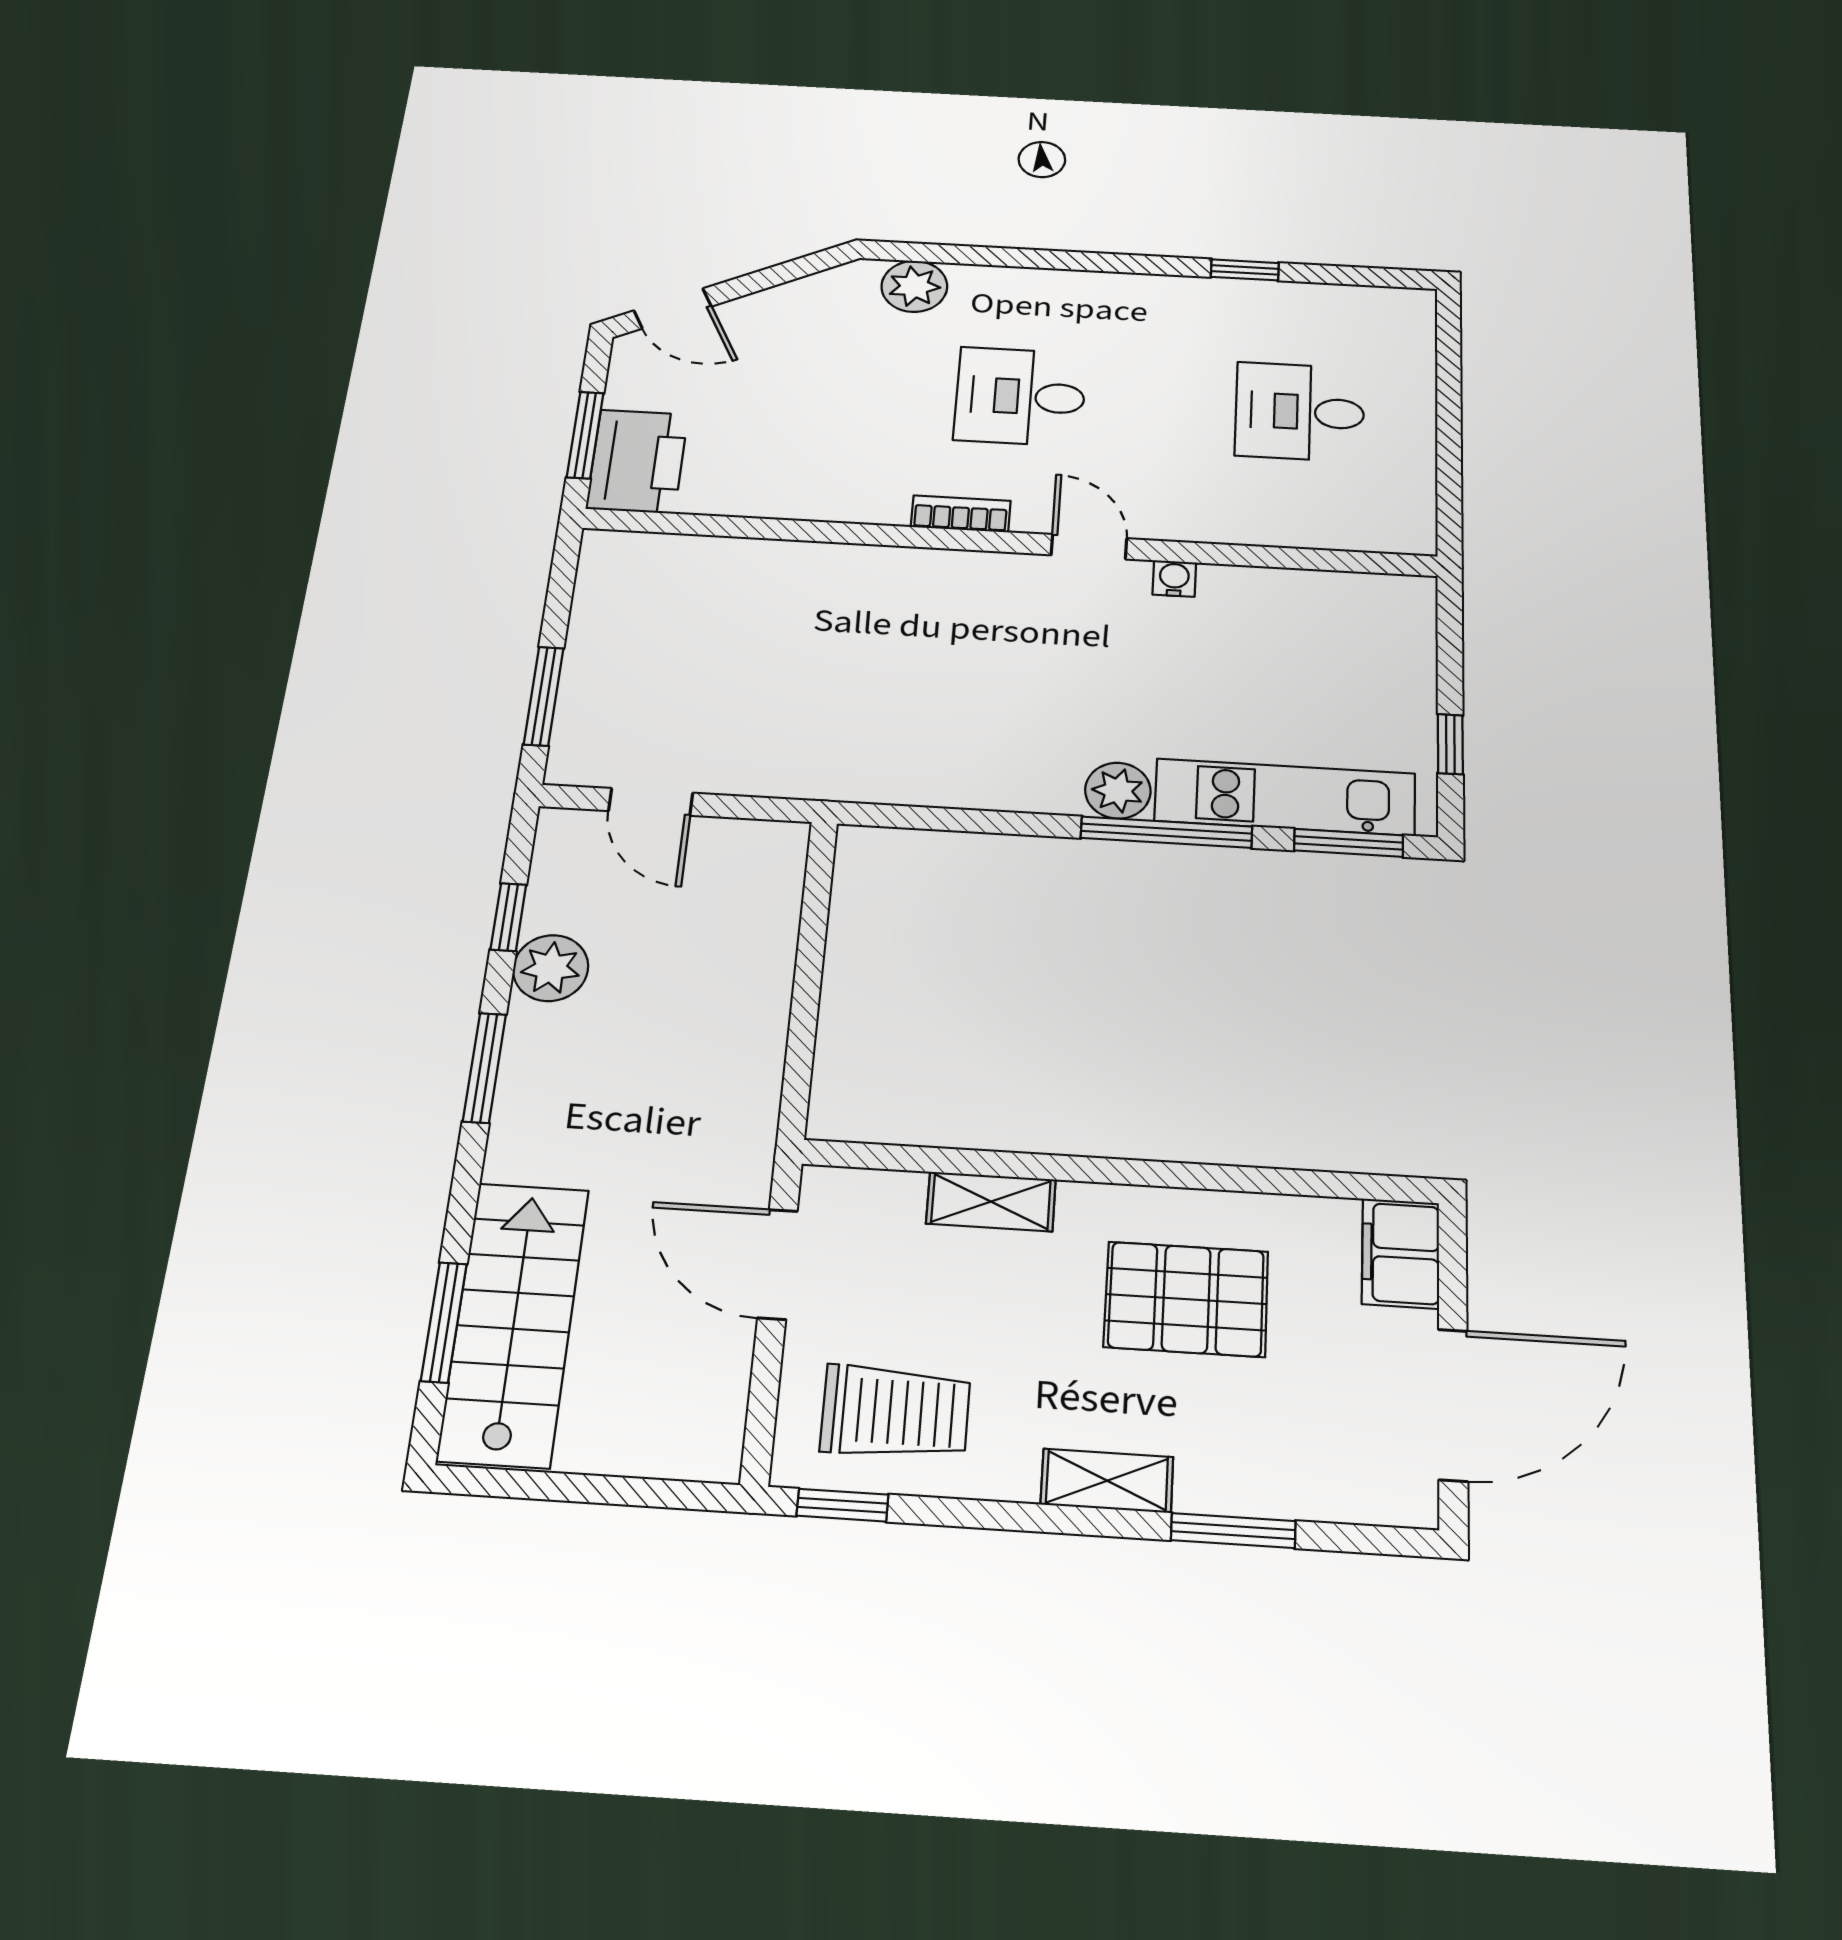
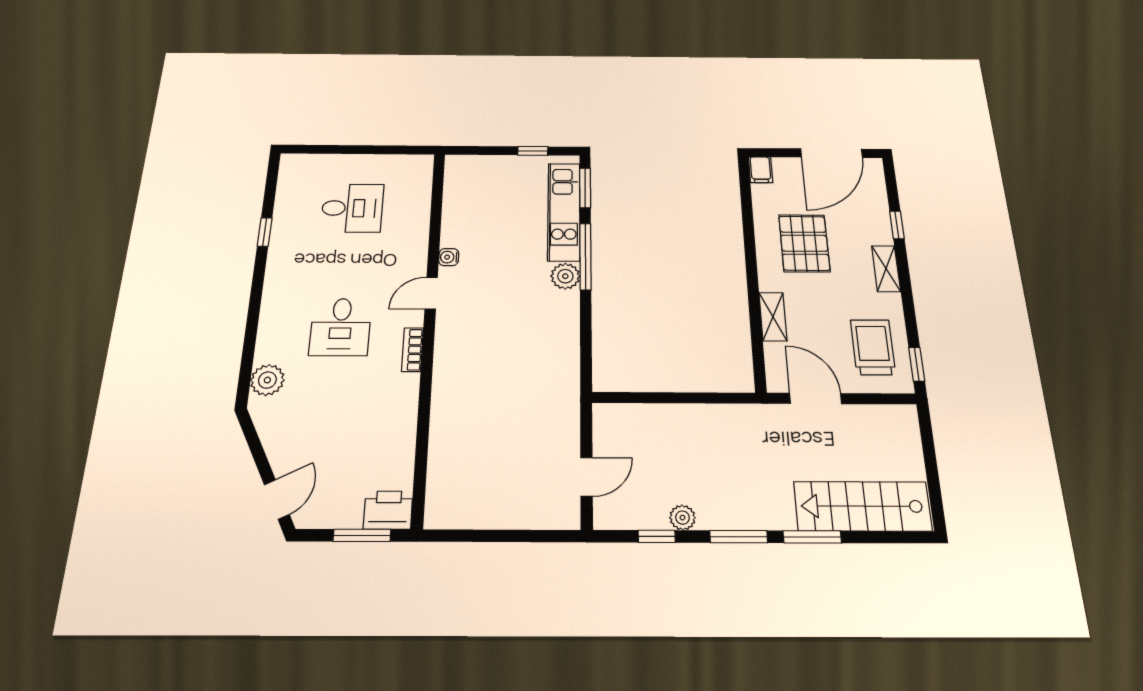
desk: (1300, 412) -> (352, 208), turned -90
printer: (637, 461) -> (388, 510), width x0.73, depth x0.84
window: (544, 696) -> (528, 536), removed
plant: (551, 968) -> (682, 518), width x0.73, depth x0.73
filing cabinet: (1401, 1253) -> (761, 170), width x0.50
door: (777, 1264) -> (816, 398), swing flipped
window: (444, 1322) -> (812, 537), moved
door: (1453, 1405) -> (832, 153), swing flipped
window: (1233, 1531) -> (897, 225), width x0.67

